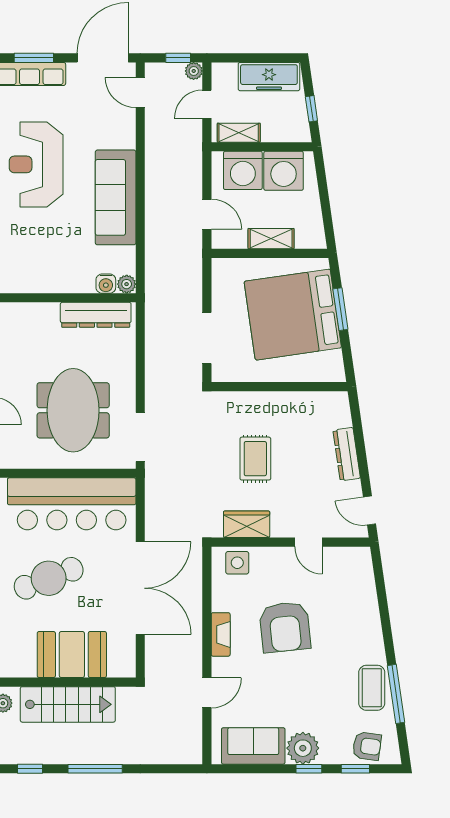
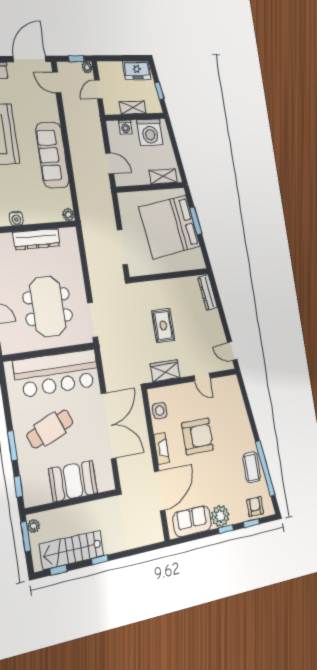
freezer: (269, 77) -> (137, 70), width x0.71
shelving: (239, 133) -> (133, 108), moved
washing machine: (243, 170) -> (125, 127), width x0.53, depth x0.53
shelving: (271, 239) -> (163, 177), moved
water cooler: (106, 284) -> (16, 218), moved
dresser: (96, 315) -> (37, 239), moved
dresser: (347, 454) -> (208, 293), moved
side table: (237, 563) -> (160, 411), moved
armchair: (285, 627) -> (198, 436), turned -84
door: (207, 693) -> (160, 491), width x1.87
window: (396, 694) -> (265, 469), width x1.46
stairs: (68, 704) -> (72, 550), moved, turned 180
armchair: (367, 746) -> (255, 507), turned -98
window: (95, 769) -> (100, 560), width x0.46

